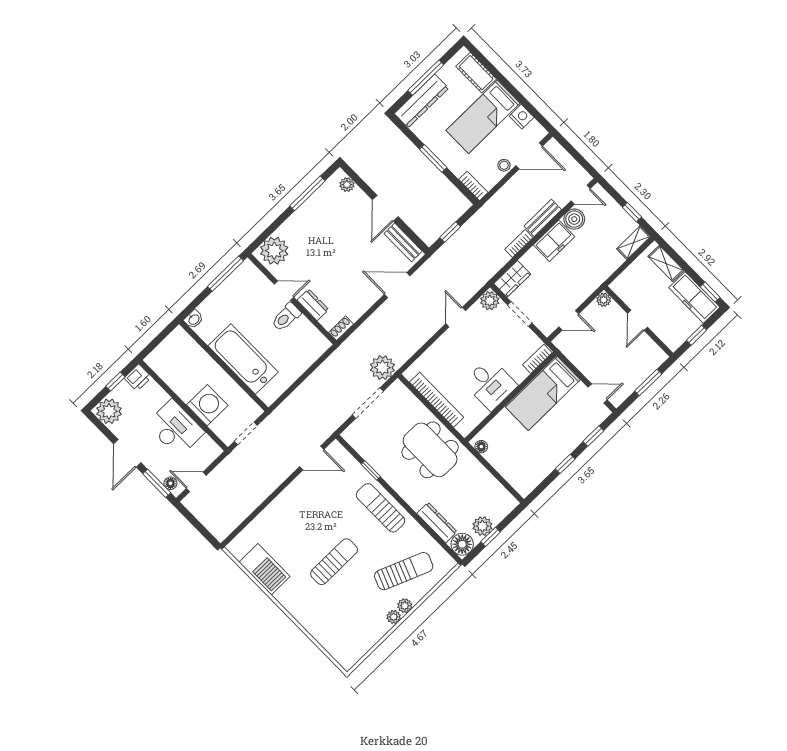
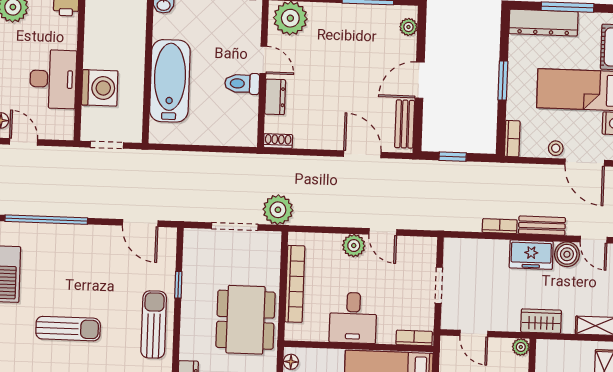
wardrobe: (512, 279) -> (541, 321), moved, turned 180
plant: (490, 301) -> (354, 246), moved
door: (456, 317) -> (383, 232), swing flipped
window: (256, 513) -> (46, 220), added

